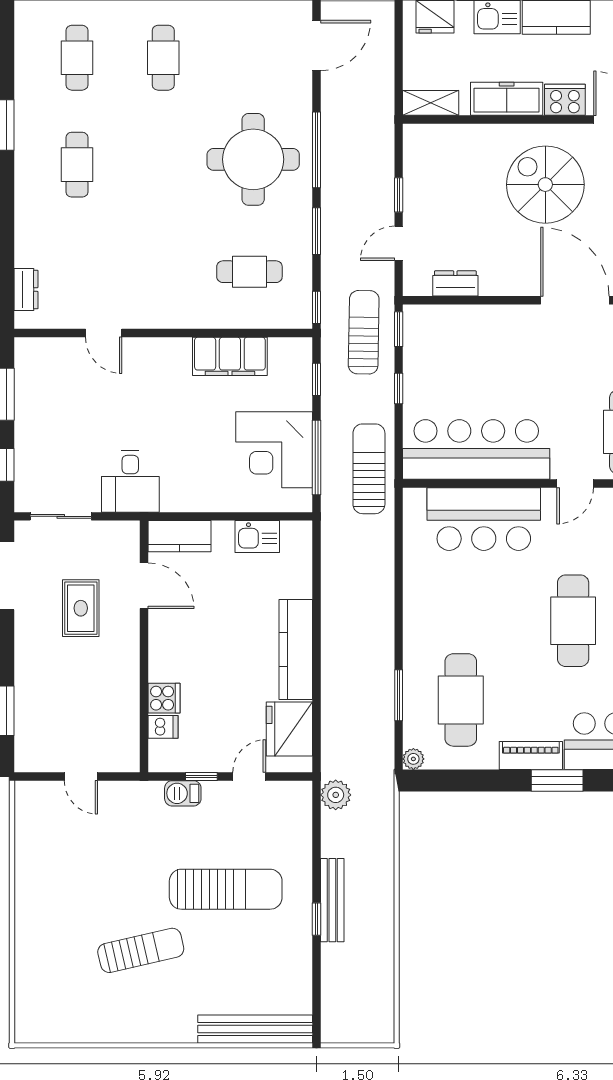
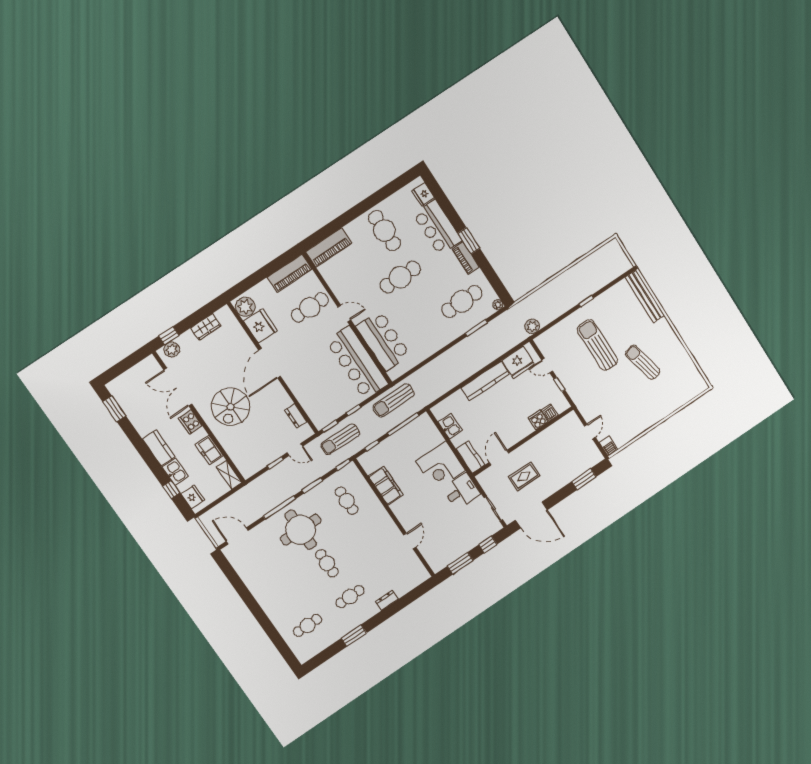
cafe table: (163, 58) -> (327, 563), moved, turned 90
freezer: (507, 99) -> (209, 450), width x0.71
dresser: (26, 290) -> (387, 600), moved
corner desk: (274, 450) -> (441, 466), moved, turned 90
barbecue: (183, 793) -> (609, 446), moved
bench: (332, 900) -> (575, 300), removed

